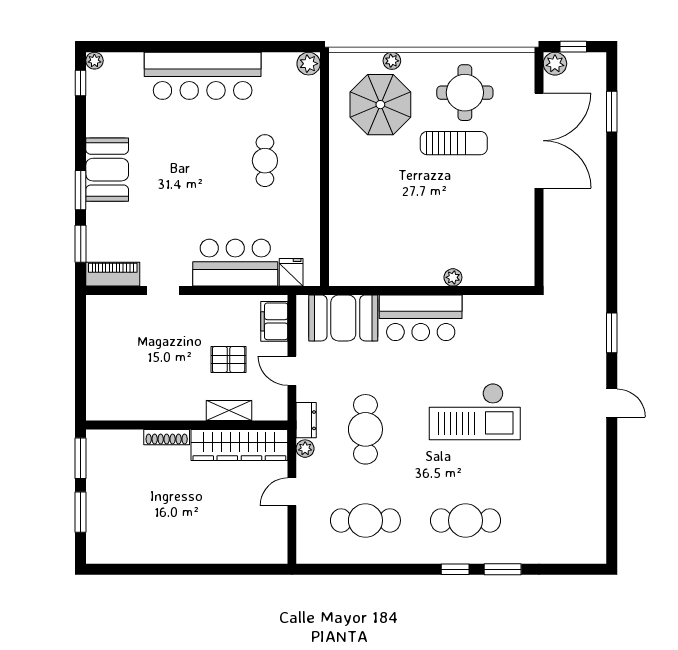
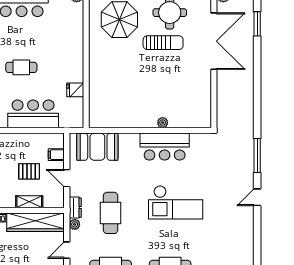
cafe table: (265, 161) -> (21, 67), moved, turned 90
fridge: (291, 272) -> (75, 90), moved, turned -90
bar counter: (421, 318) -> (165, 147), moved
filing cabinet: (274, 321) -> (56, 155), width x0.50
window: (612, 333) -> (257, 156), width x1.44
door: (612, 403) -> (257, 197), swing flipped

